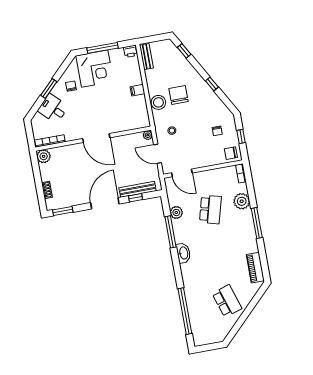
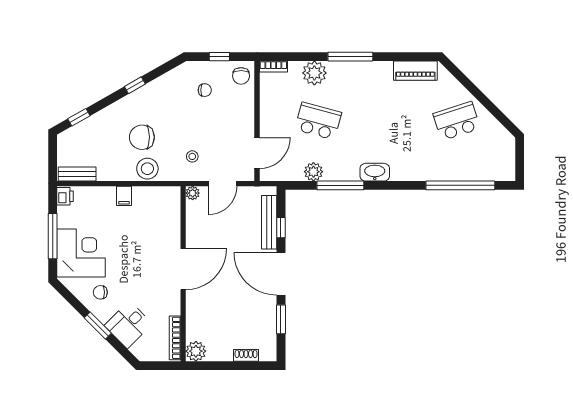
window: (63, 211) -> (281, 319), moved

